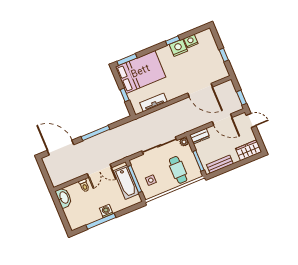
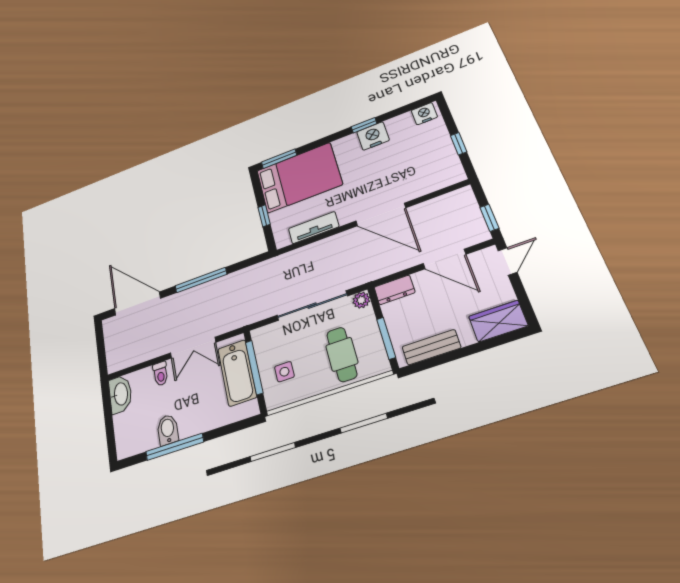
nightstand: (191, 41) -> (424, 114), moved
door: (200, 90) -> (381, 214), moved
door: (251, 121) -> (507, 261), hinge flipped
washing machine: (106, 211) -> (189, 427), removed
bidet: (95, 213) -> (168, 430), added

